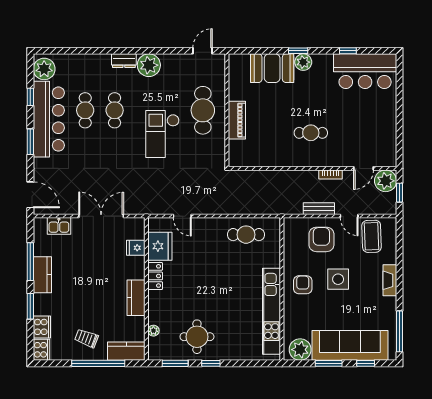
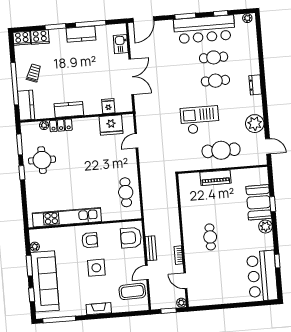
window: (298, 51) -> (273, 204), moved
plant: (149, 65) -> (255, 124), moved
plant: (44, 69) -> (247, 18), width x0.53, depth x0.53
plant: (386, 181) -> (181, 303), width x0.53, depth x0.53
armchair: (321, 239) -> (131, 238), moved, turned 180
locker: (155, 276) -> (61, 125), moved
plant: (300, 350) -> (35, 247), width x0.53, depth x0.53

